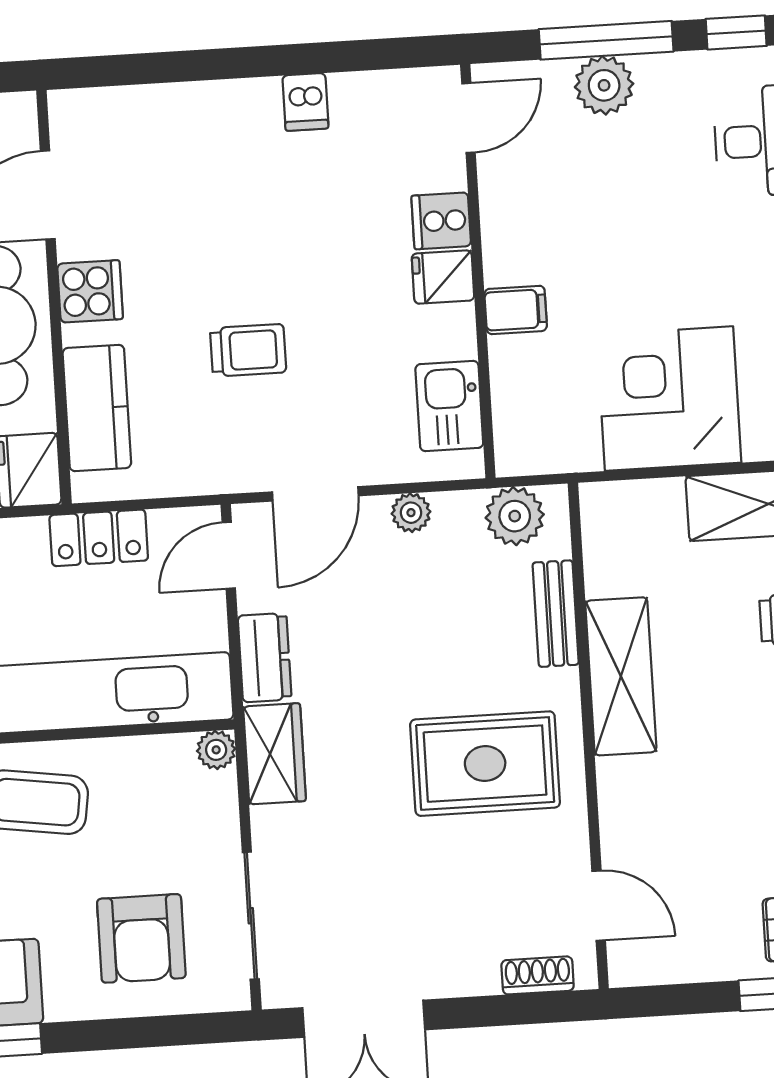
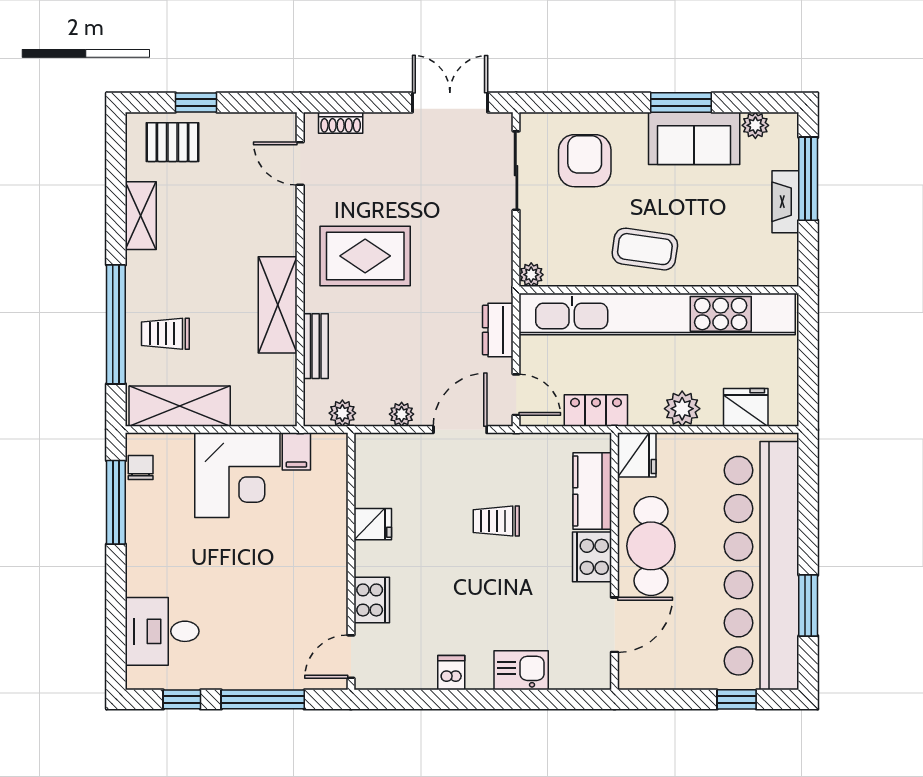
plant: (604, 85) -> (266, 672), removed
cooker: (441, 221) -> (372, 600), width x1.36
fridge: (443, 277) -> (373, 524), moved
cooker: (90, 291) -> (592, 557), width x1.36
filing cabinet: (516, 310) -> (296, 451), moved, turned -90
kitchen sink: (449, 406) -> (521, 670), moved, turned -90
plant: (515, 516) -> (342, 413), width x0.73, depth x0.73
door: (229, 555) -> (516, 395), hinge flipped
wardrobe: (275, 754) -> (495, 270), removed

